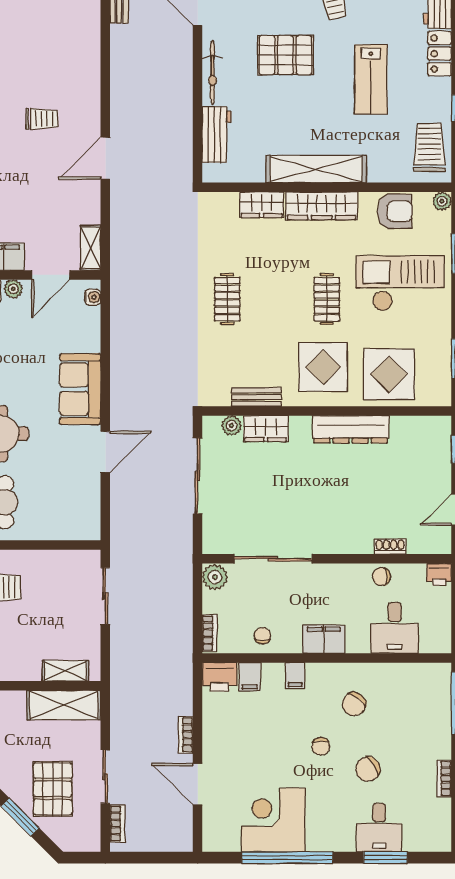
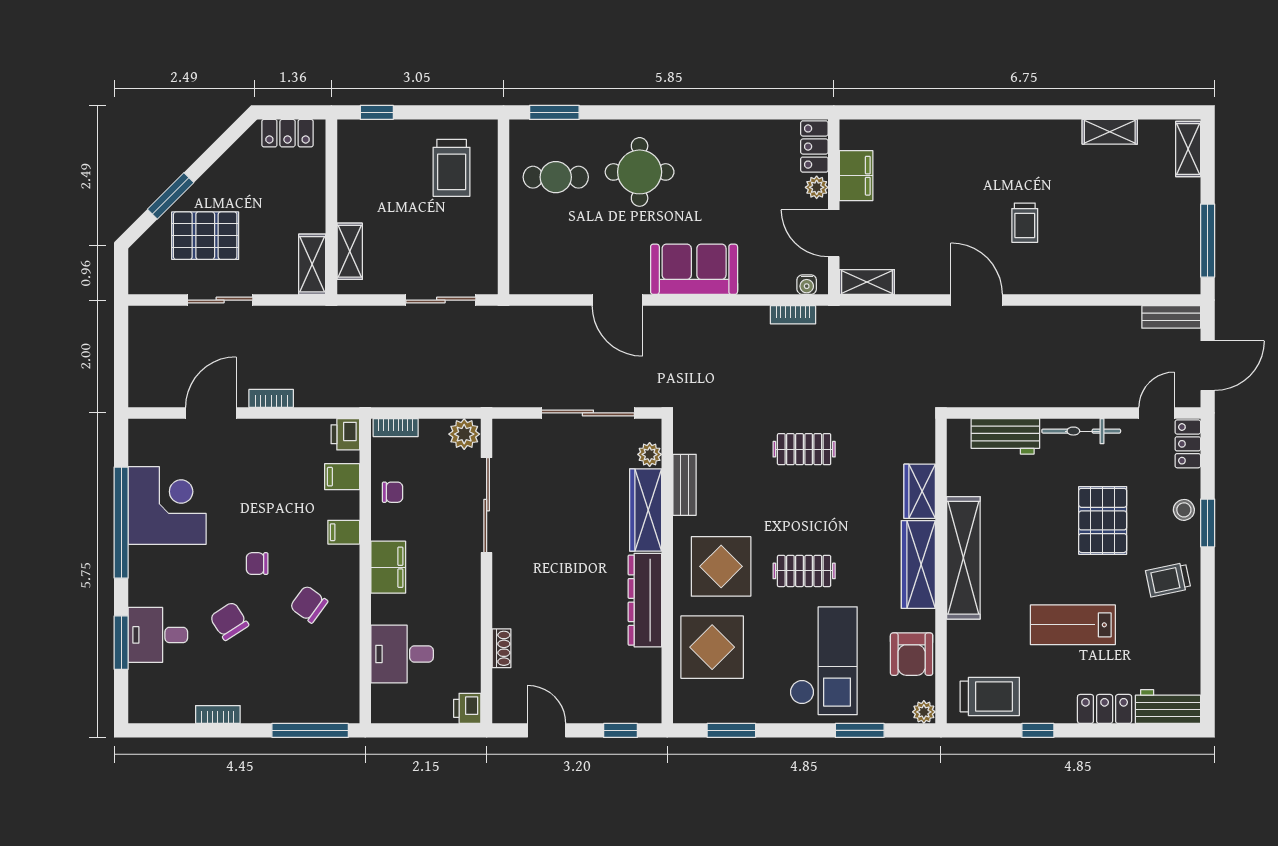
wardrobe: (266, 429) -> (646, 510), width x1.50
chair: (381, 577) -> (465, 638), removed
printer: (220, 677) -> (345, 434), width x0.73, depth x0.81
shelving: (64, 705) -> (312, 264), width x0.67, depth x0.75
bookcase: (117, 823) -> (793, 315), moved

